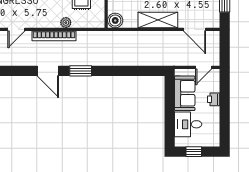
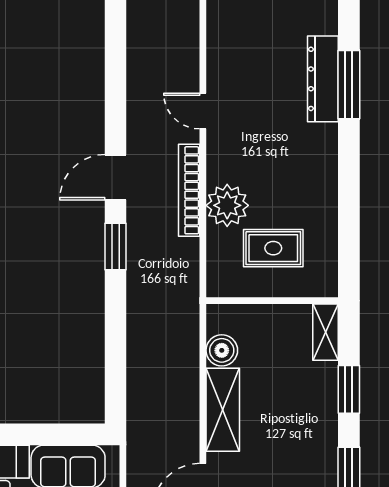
boiler: (115, 20) -> (222, 350), moved
plant: (66, 23) -> (227, 205), width x1.88, depth x1.88

